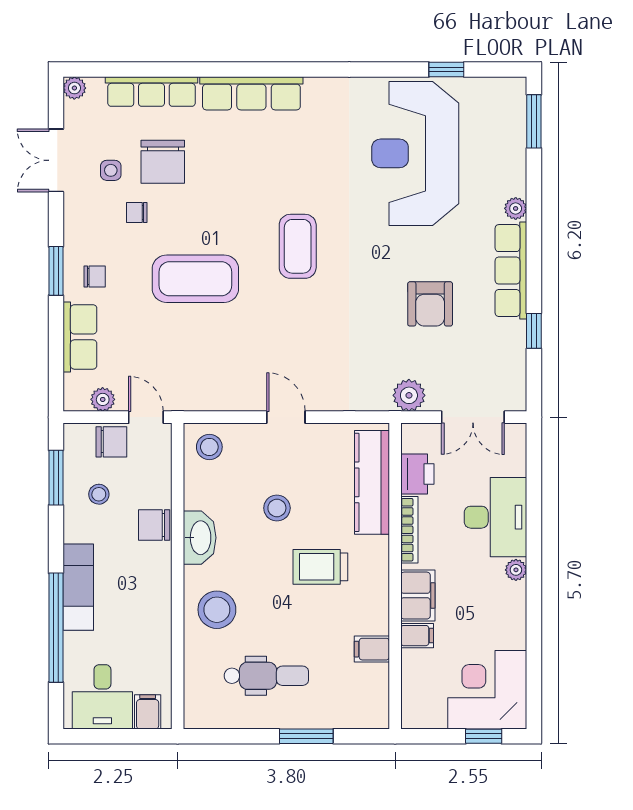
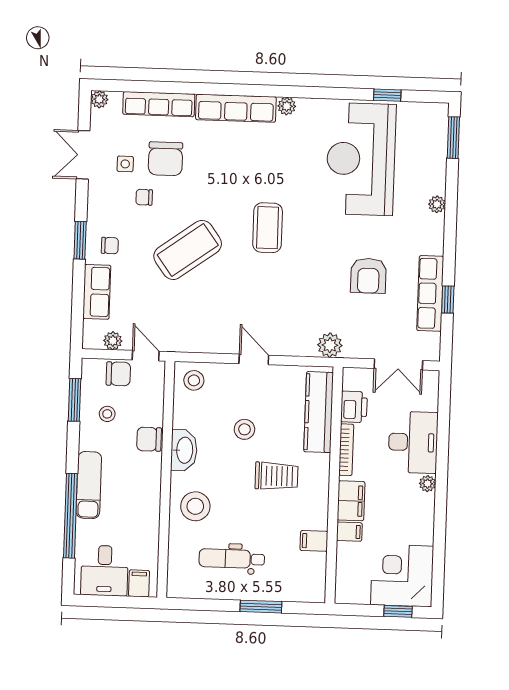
plant: (317, 88) -> (287, 106), added
row of seats: (511, 271) -> (430, 293), moved
coffee table: (195, 279) -> (188, 250), turned -36
plant: (409, 395) -> (330, 345), moved
trolley: (320, 567) -> (276, 476), turned 180
dental chair: (266, 676) -> (232, 559), turned 180

